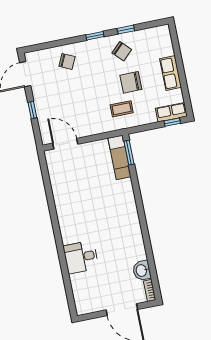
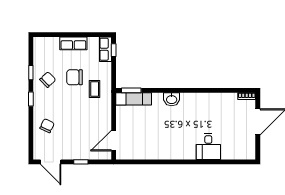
chair: (131, 82) -> (74, 77), turned 90
washbasin: (142, 270) -> (172, 99), moved

